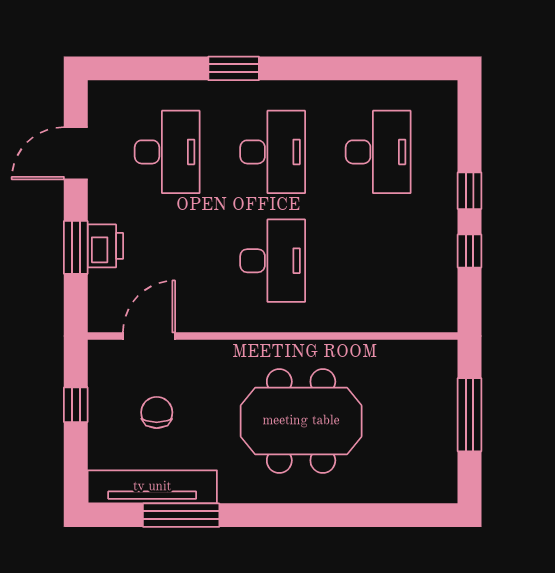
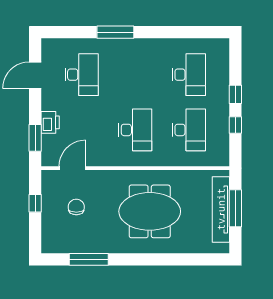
window: (234, 68) -> (115, 32), width x1.44
desk: (273, 152) -> (189, 130), moved
window: (76, 247) -> (35, 138), moved
tv unit: (152, 487) -> (221, 209), moved, turned -90

